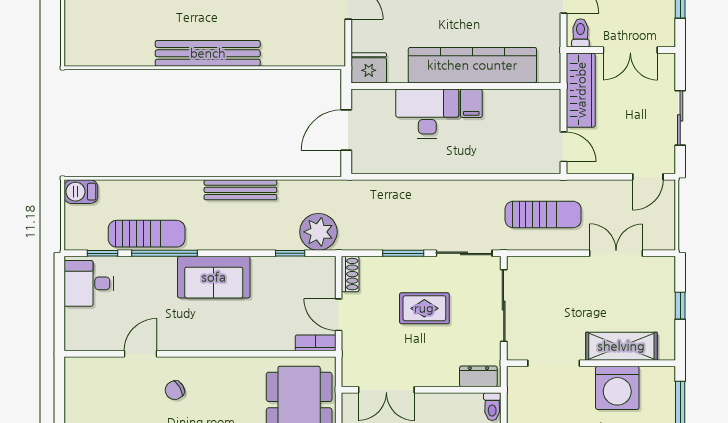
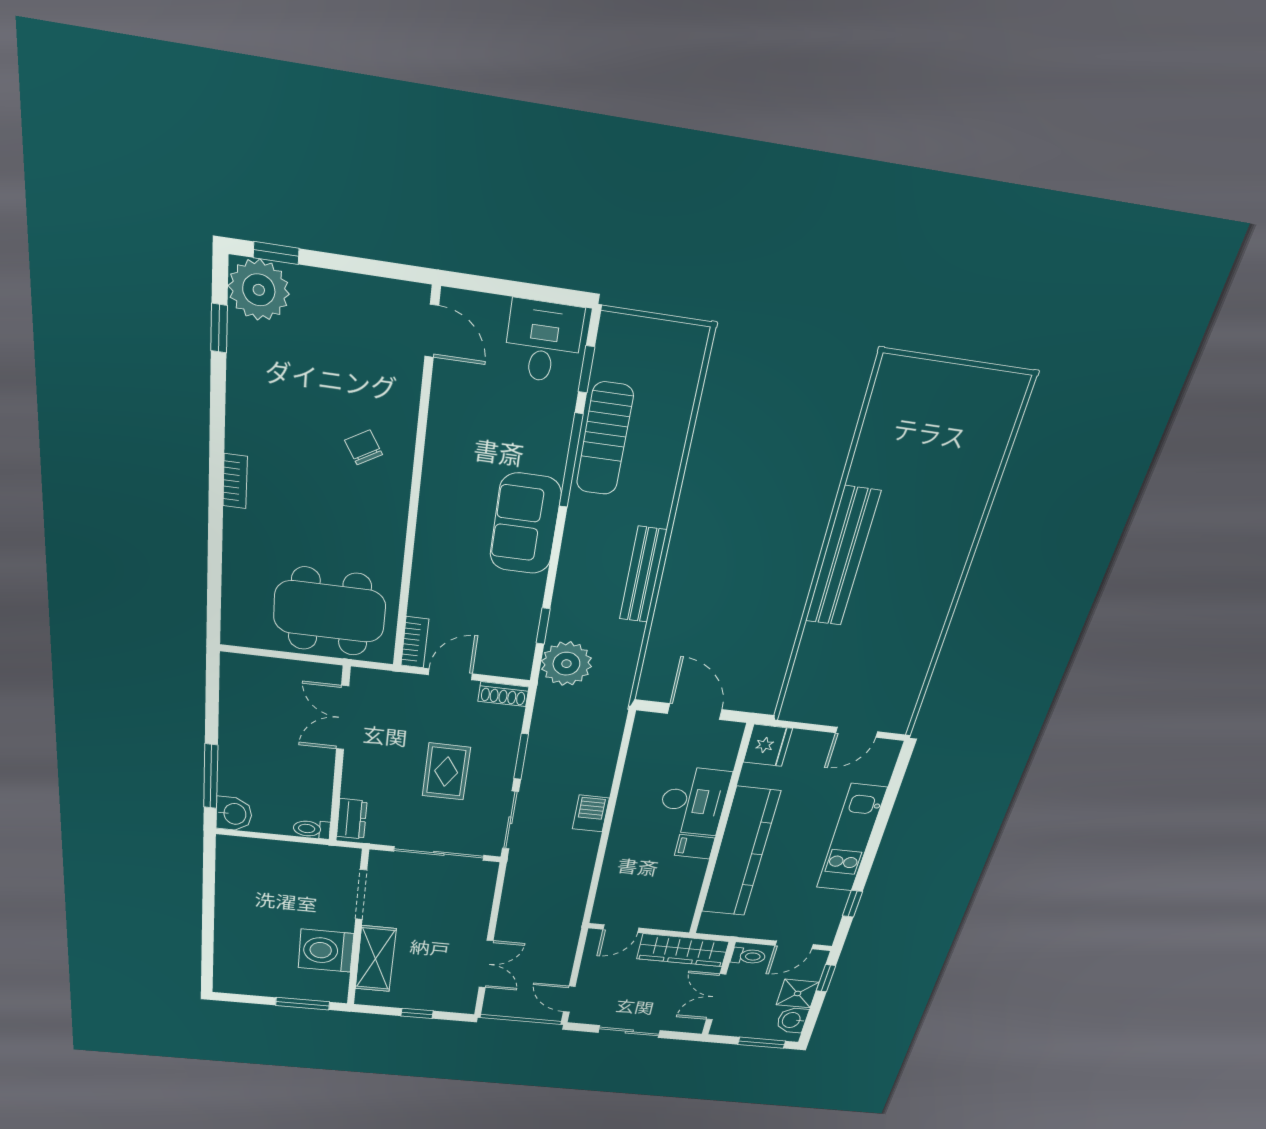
barbecue: (81, 192) -> (591, 813), moved
sun lounger: (543, 214) -> (544, 902), removed
door: (141, 354) -> (432, 331), moved

